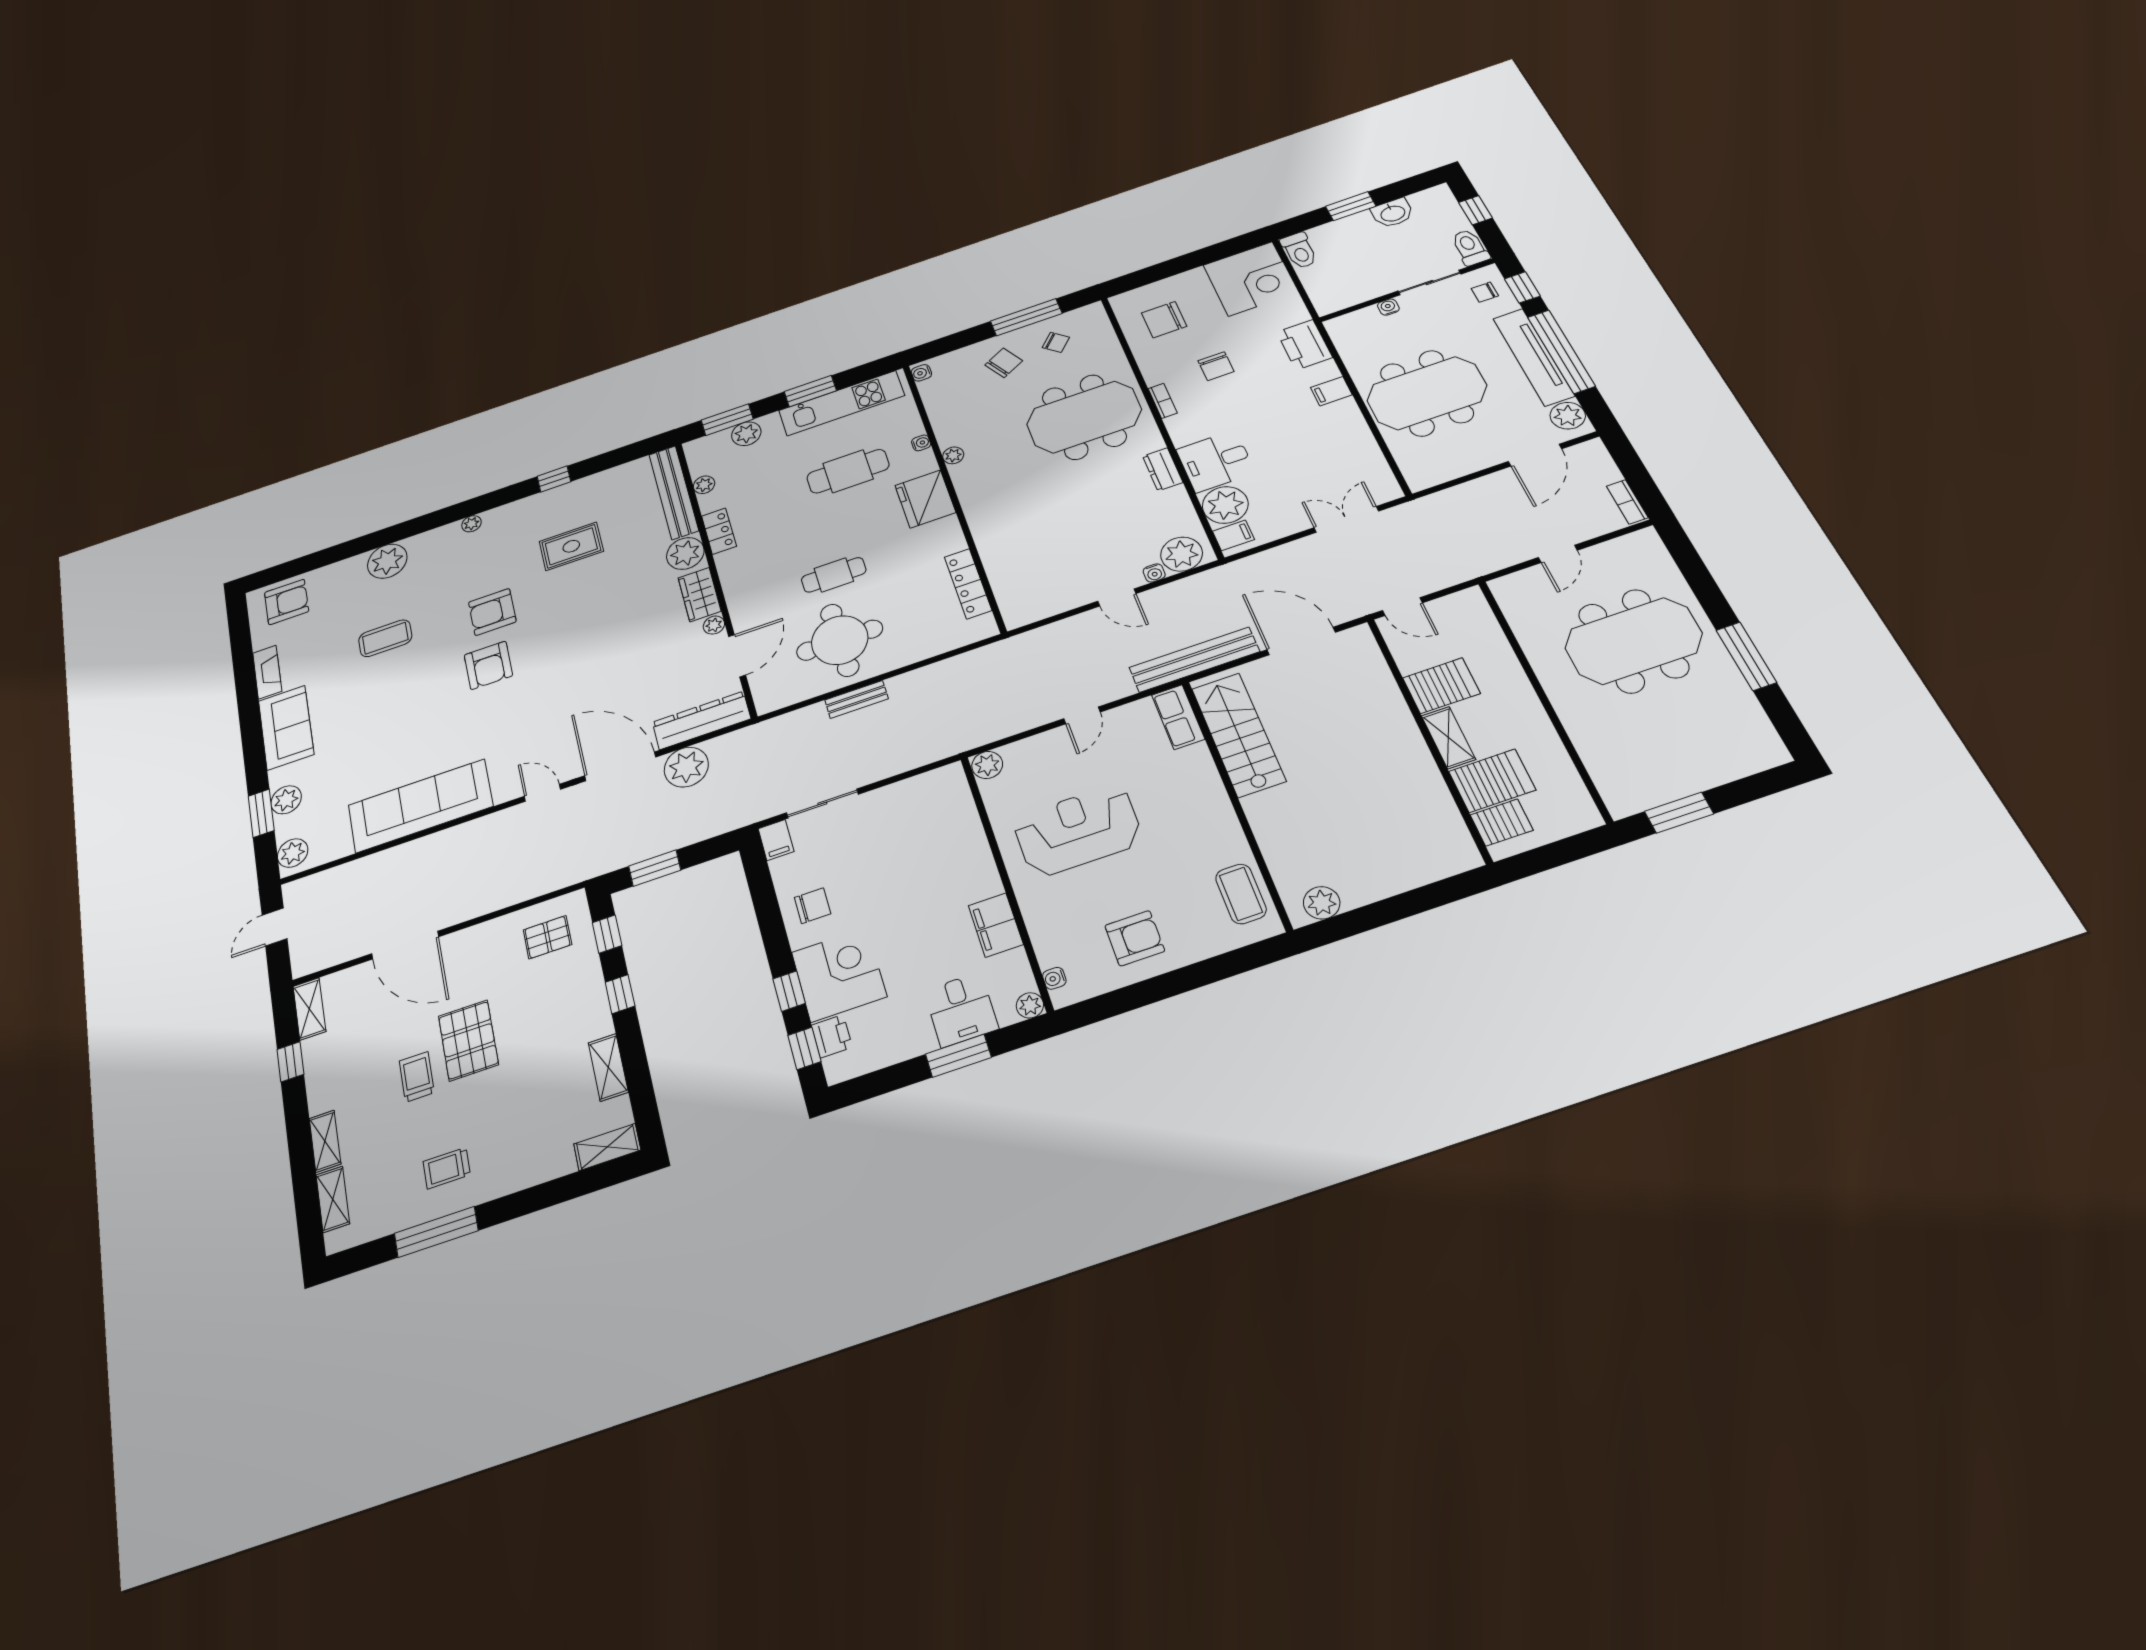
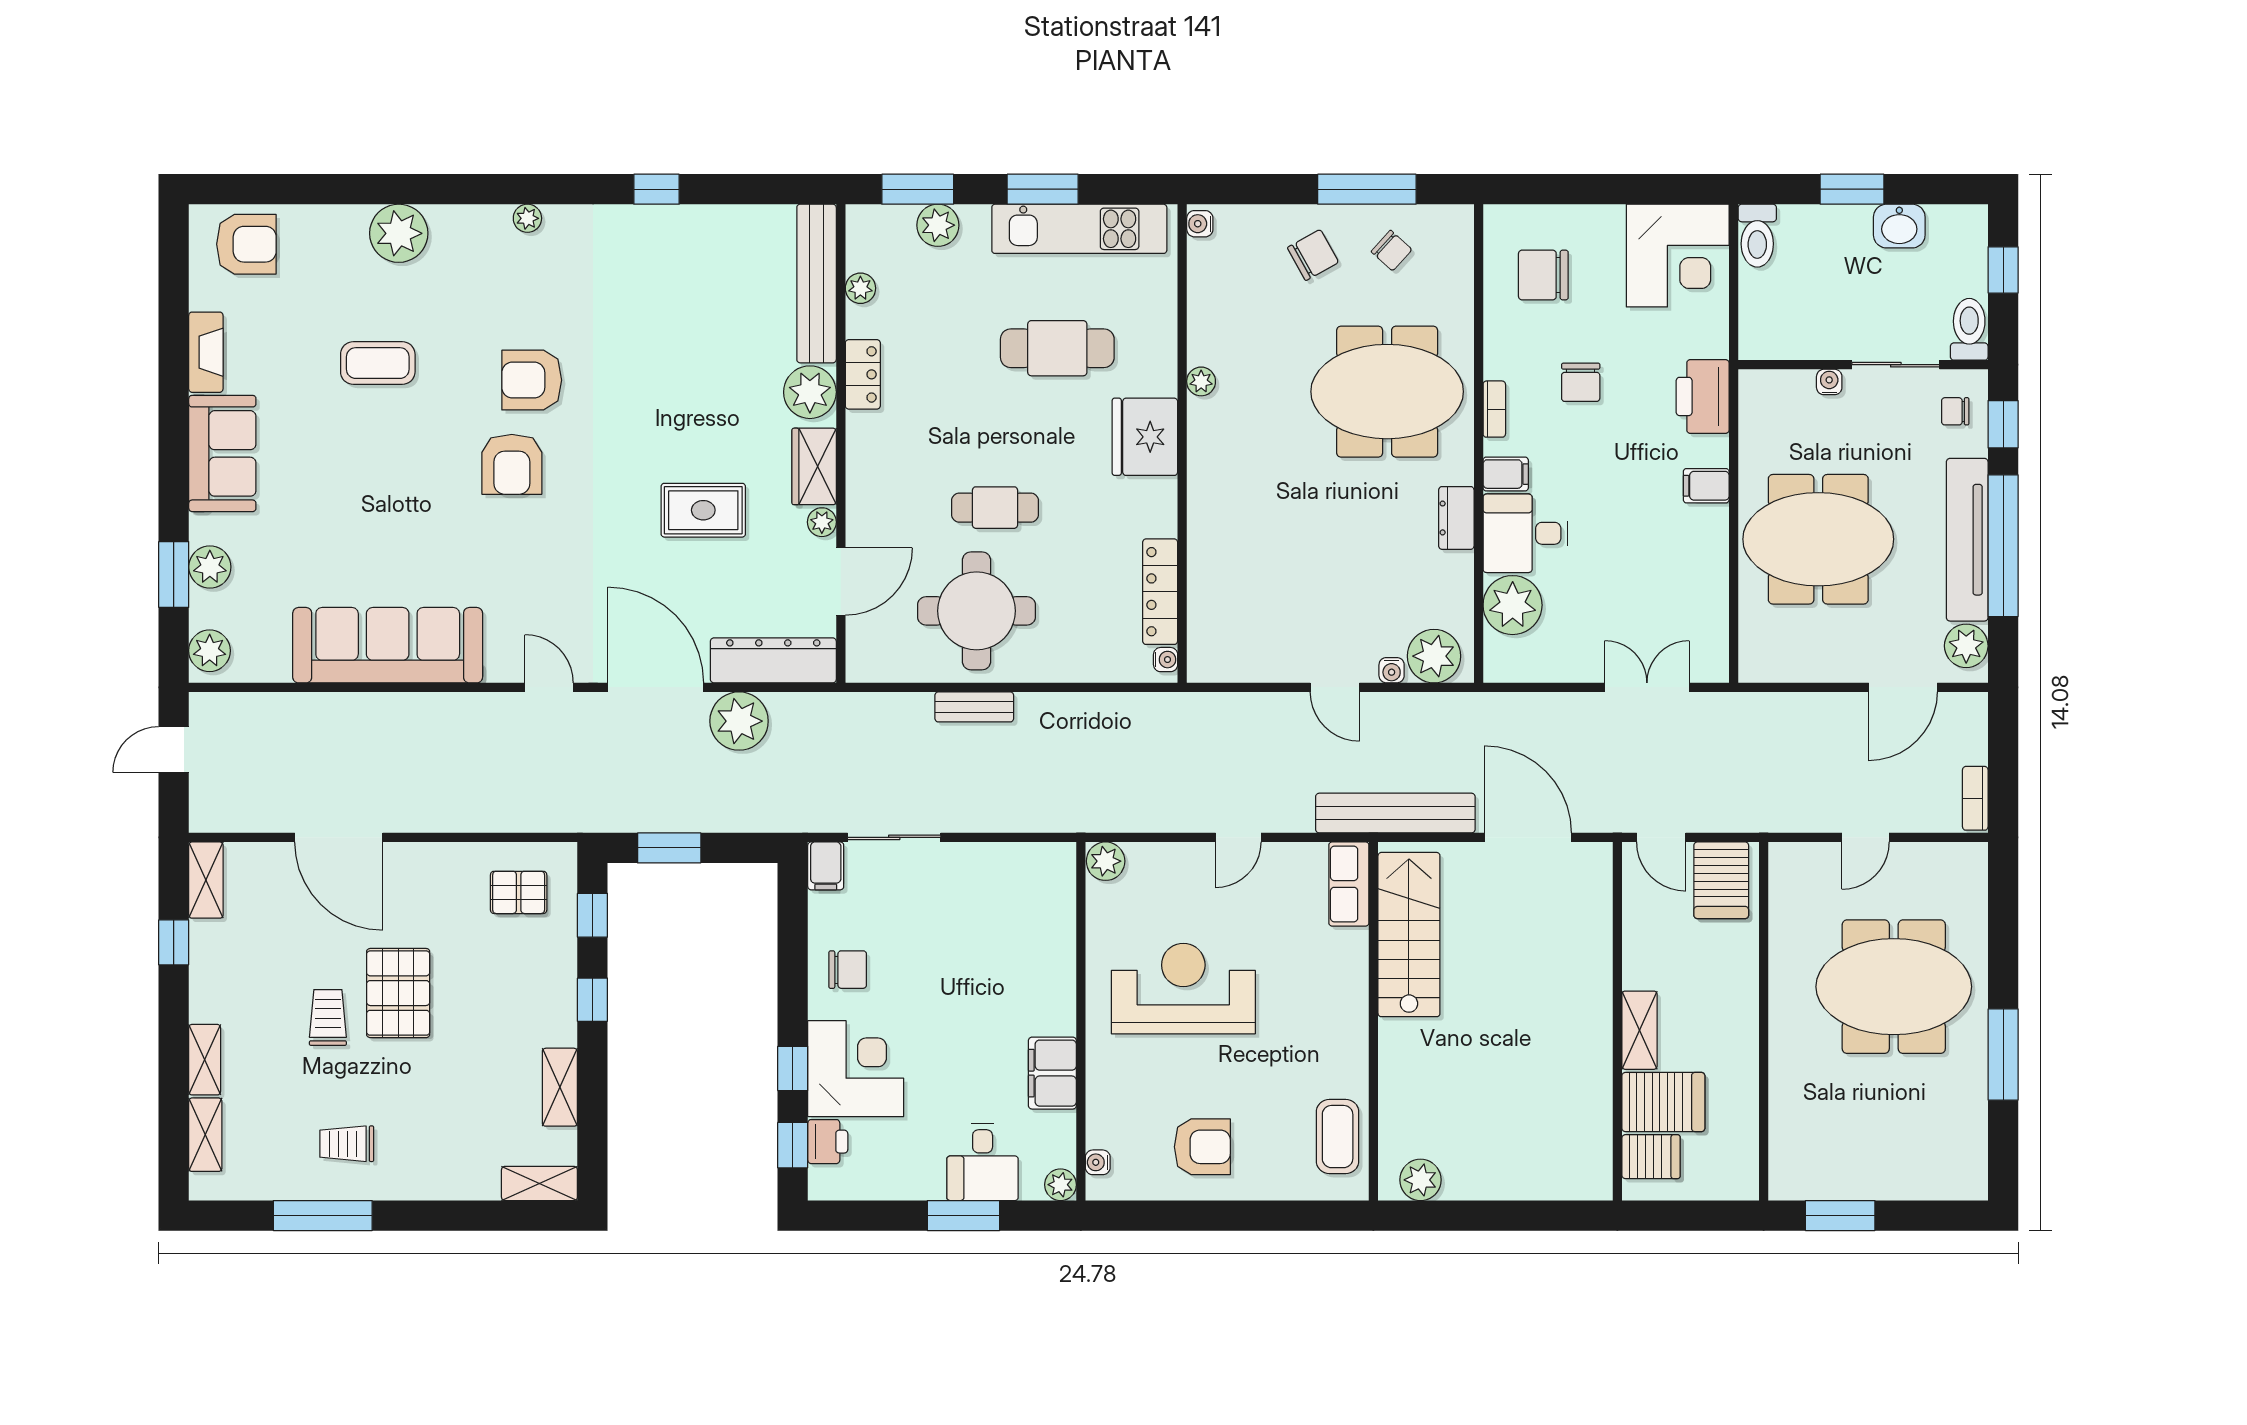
water cooler: (921, 443) -> (1166, 660), moved
filing cabinet: (1233, 535) -> (1506, 474), moved
rug: (571, 546) -> (703, 510), moved
server rack: (1441, 686) -> (1721, 880), moved, turned 90

